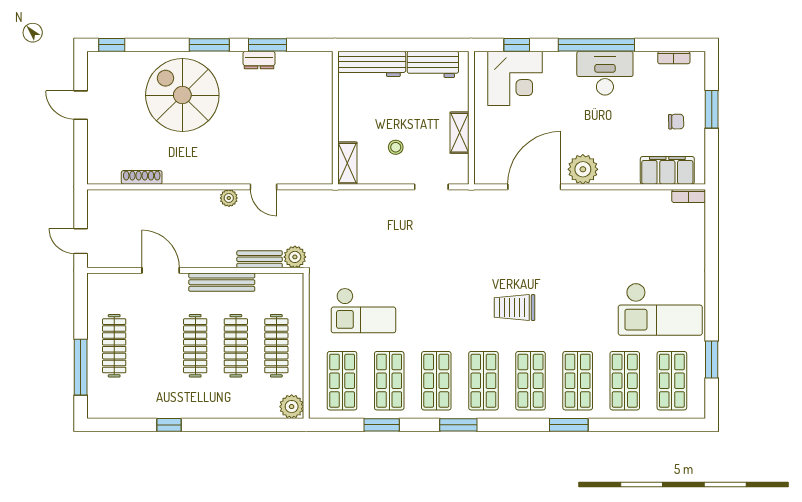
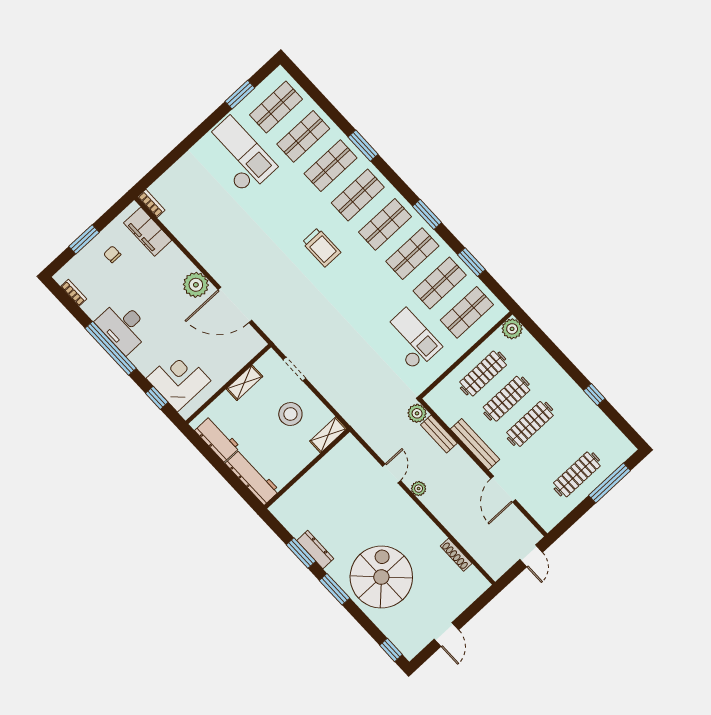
dresser: (259, 60) -> (315, 550), width x1.44
spiral stairs: (182, 95) -> (381, 577), turned 180
stool: (396, 147) -> (290, 414), width x1.89, depth x1.89

